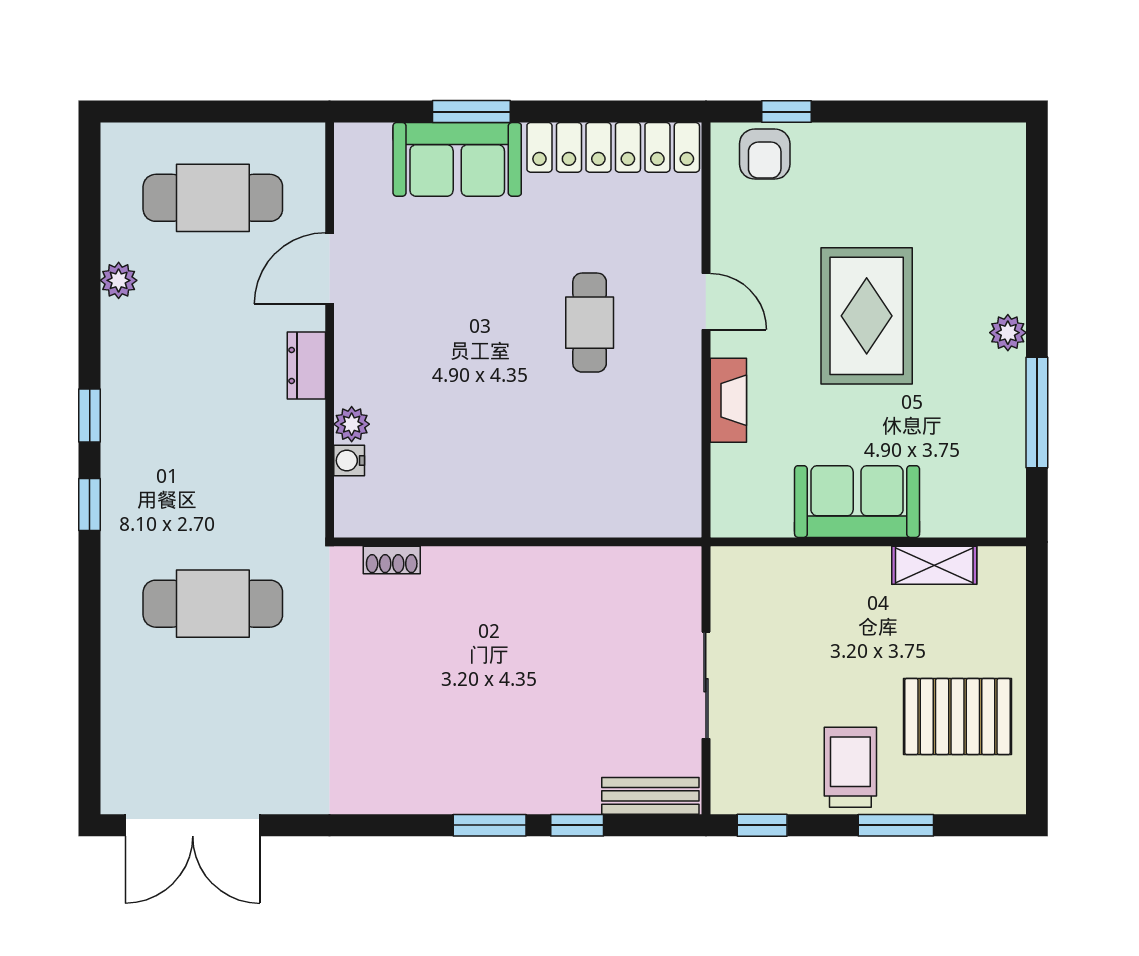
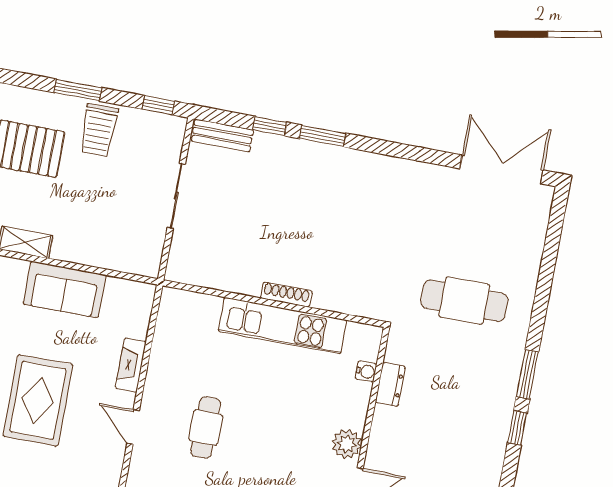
dresser: (306, 365) -> (390, 384), moved
plant: (352, 424) -> (347, 444), moved, width x1.38, depth x1.38
window: (90, 504) -> (527, 374), width x1.50
kitchen unit: (497, 509) -> (283, 326), added
shoe rack: (392, 560) -> (286, 295), moved, width x1.43

